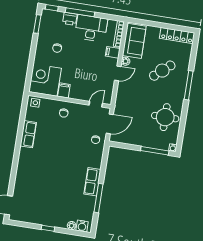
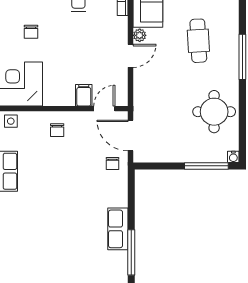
filing cabinet: (113, 52) -> (118, 25), removed
cafe table: (162, 71) -> (198, 41), turned -52
filing cabinet: (64, 90) -> (84, 95), moved
door: (110, 124) -> (130, 136), swing flipped

